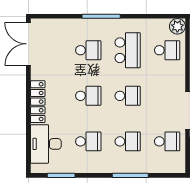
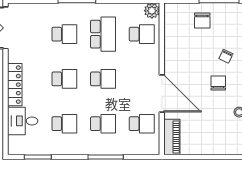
desk: (46, 144) -> (23, 121), width x0.73

